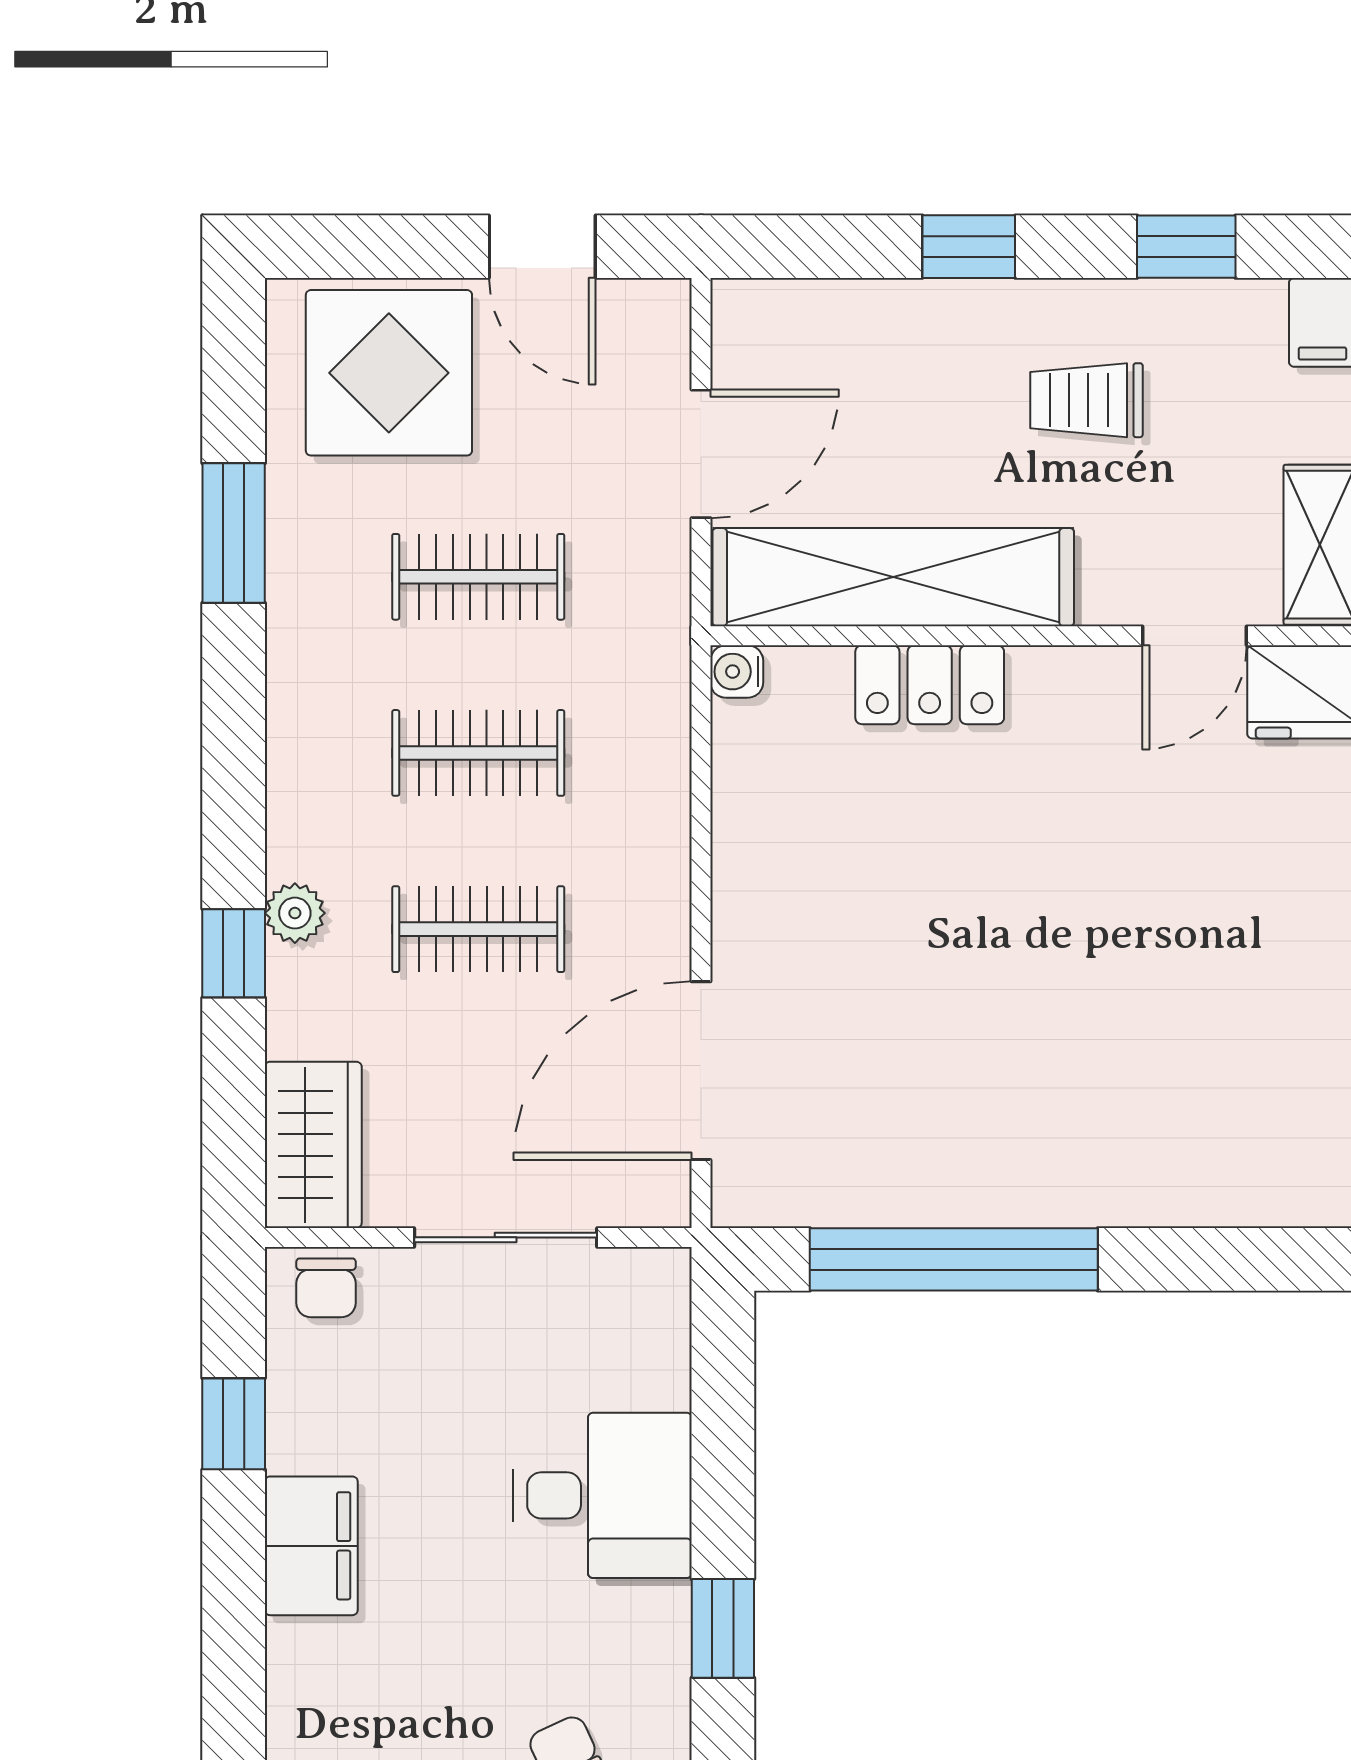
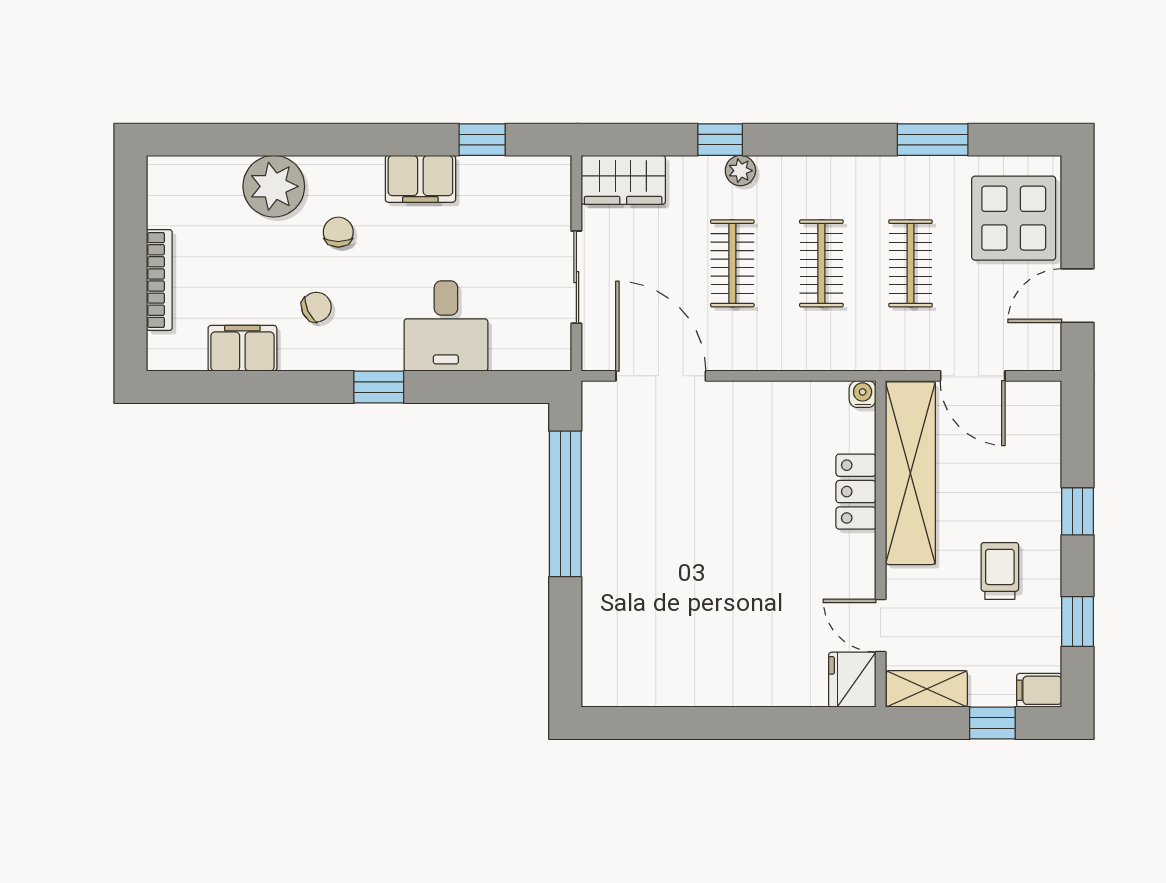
chair: (326, 1288) -> (338, 232), moved, turned 90

